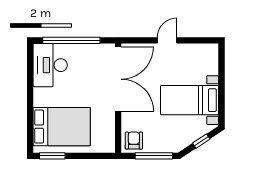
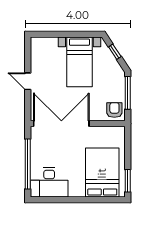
armchair: (134, 141) -> (114, 110), turned 90

